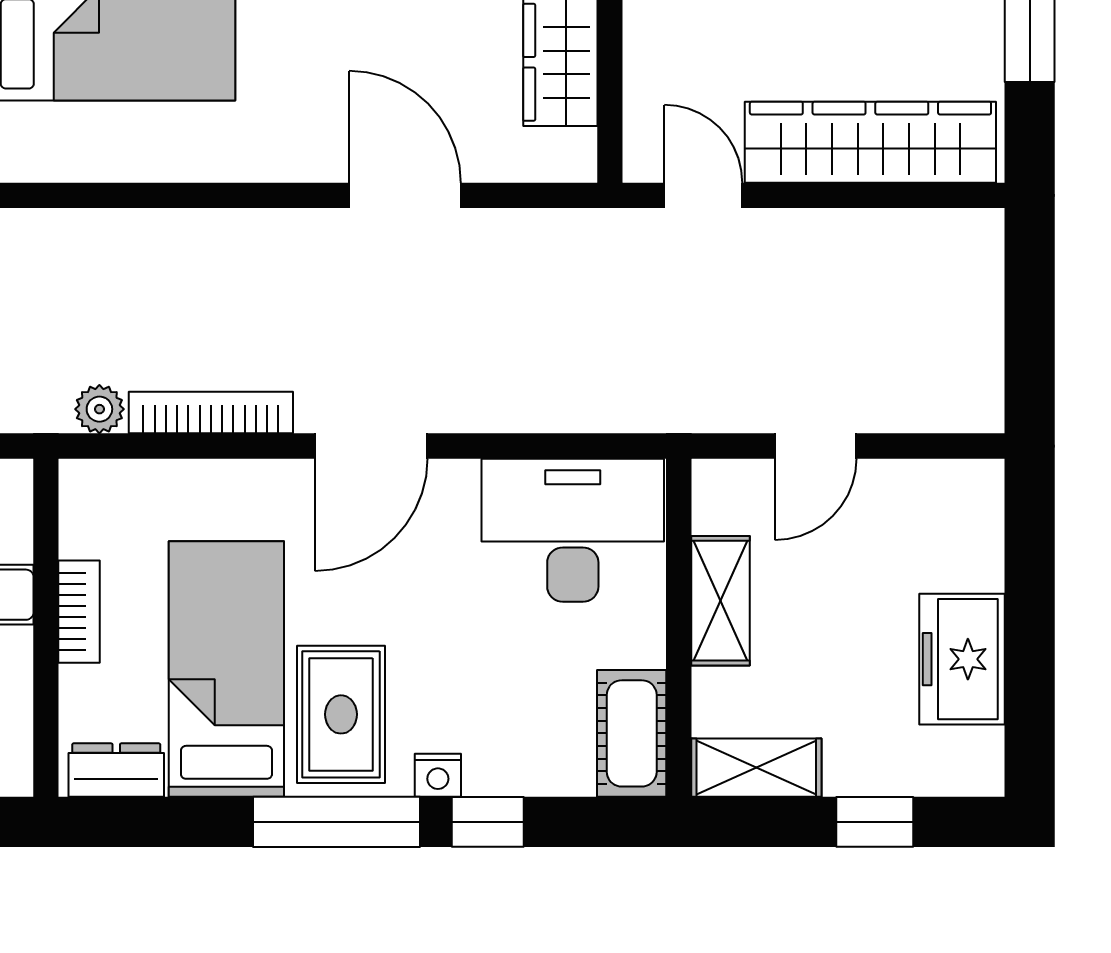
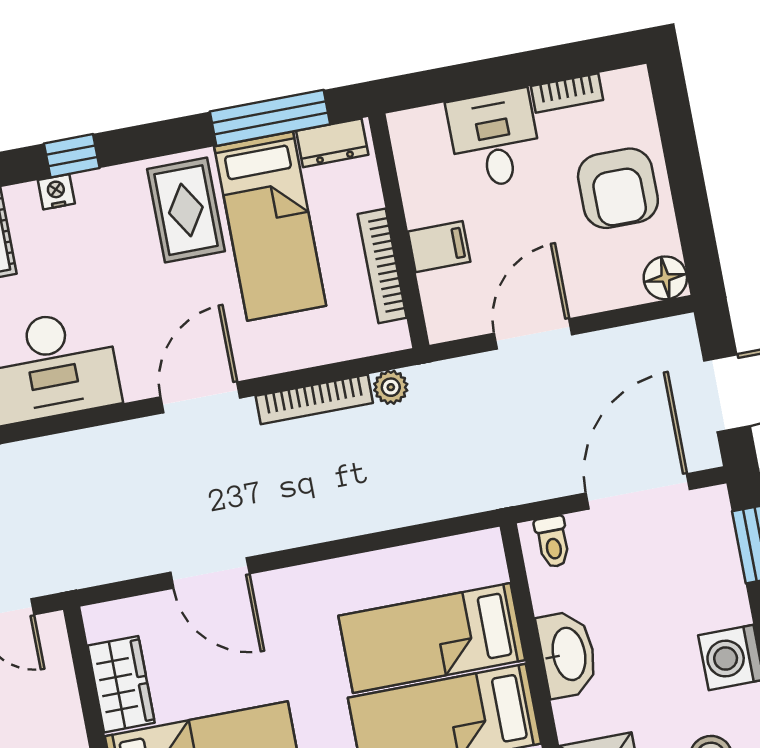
bookcase: (79, 612) -> (382, 266), width x1.56
nightstand: (438, 775) -> (56, 192), moved
window: (336, 822) -> (270, 118), moved

